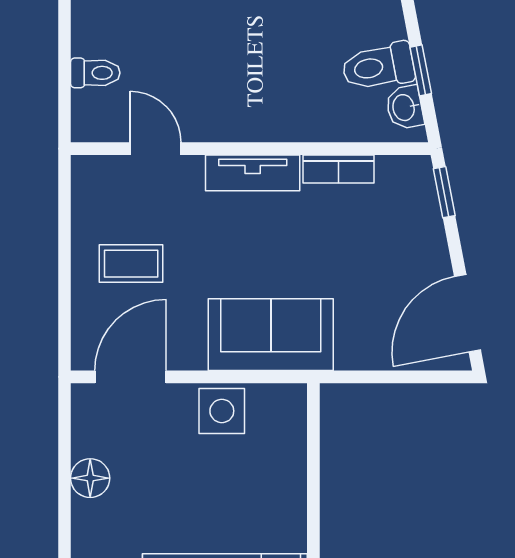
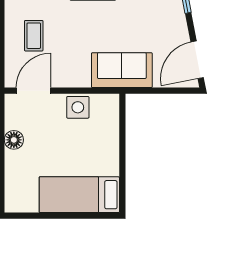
coffee table: (131, 264) -> (34, 36), turned 90
sofa: (271, 335) -> (122, 70), moved

